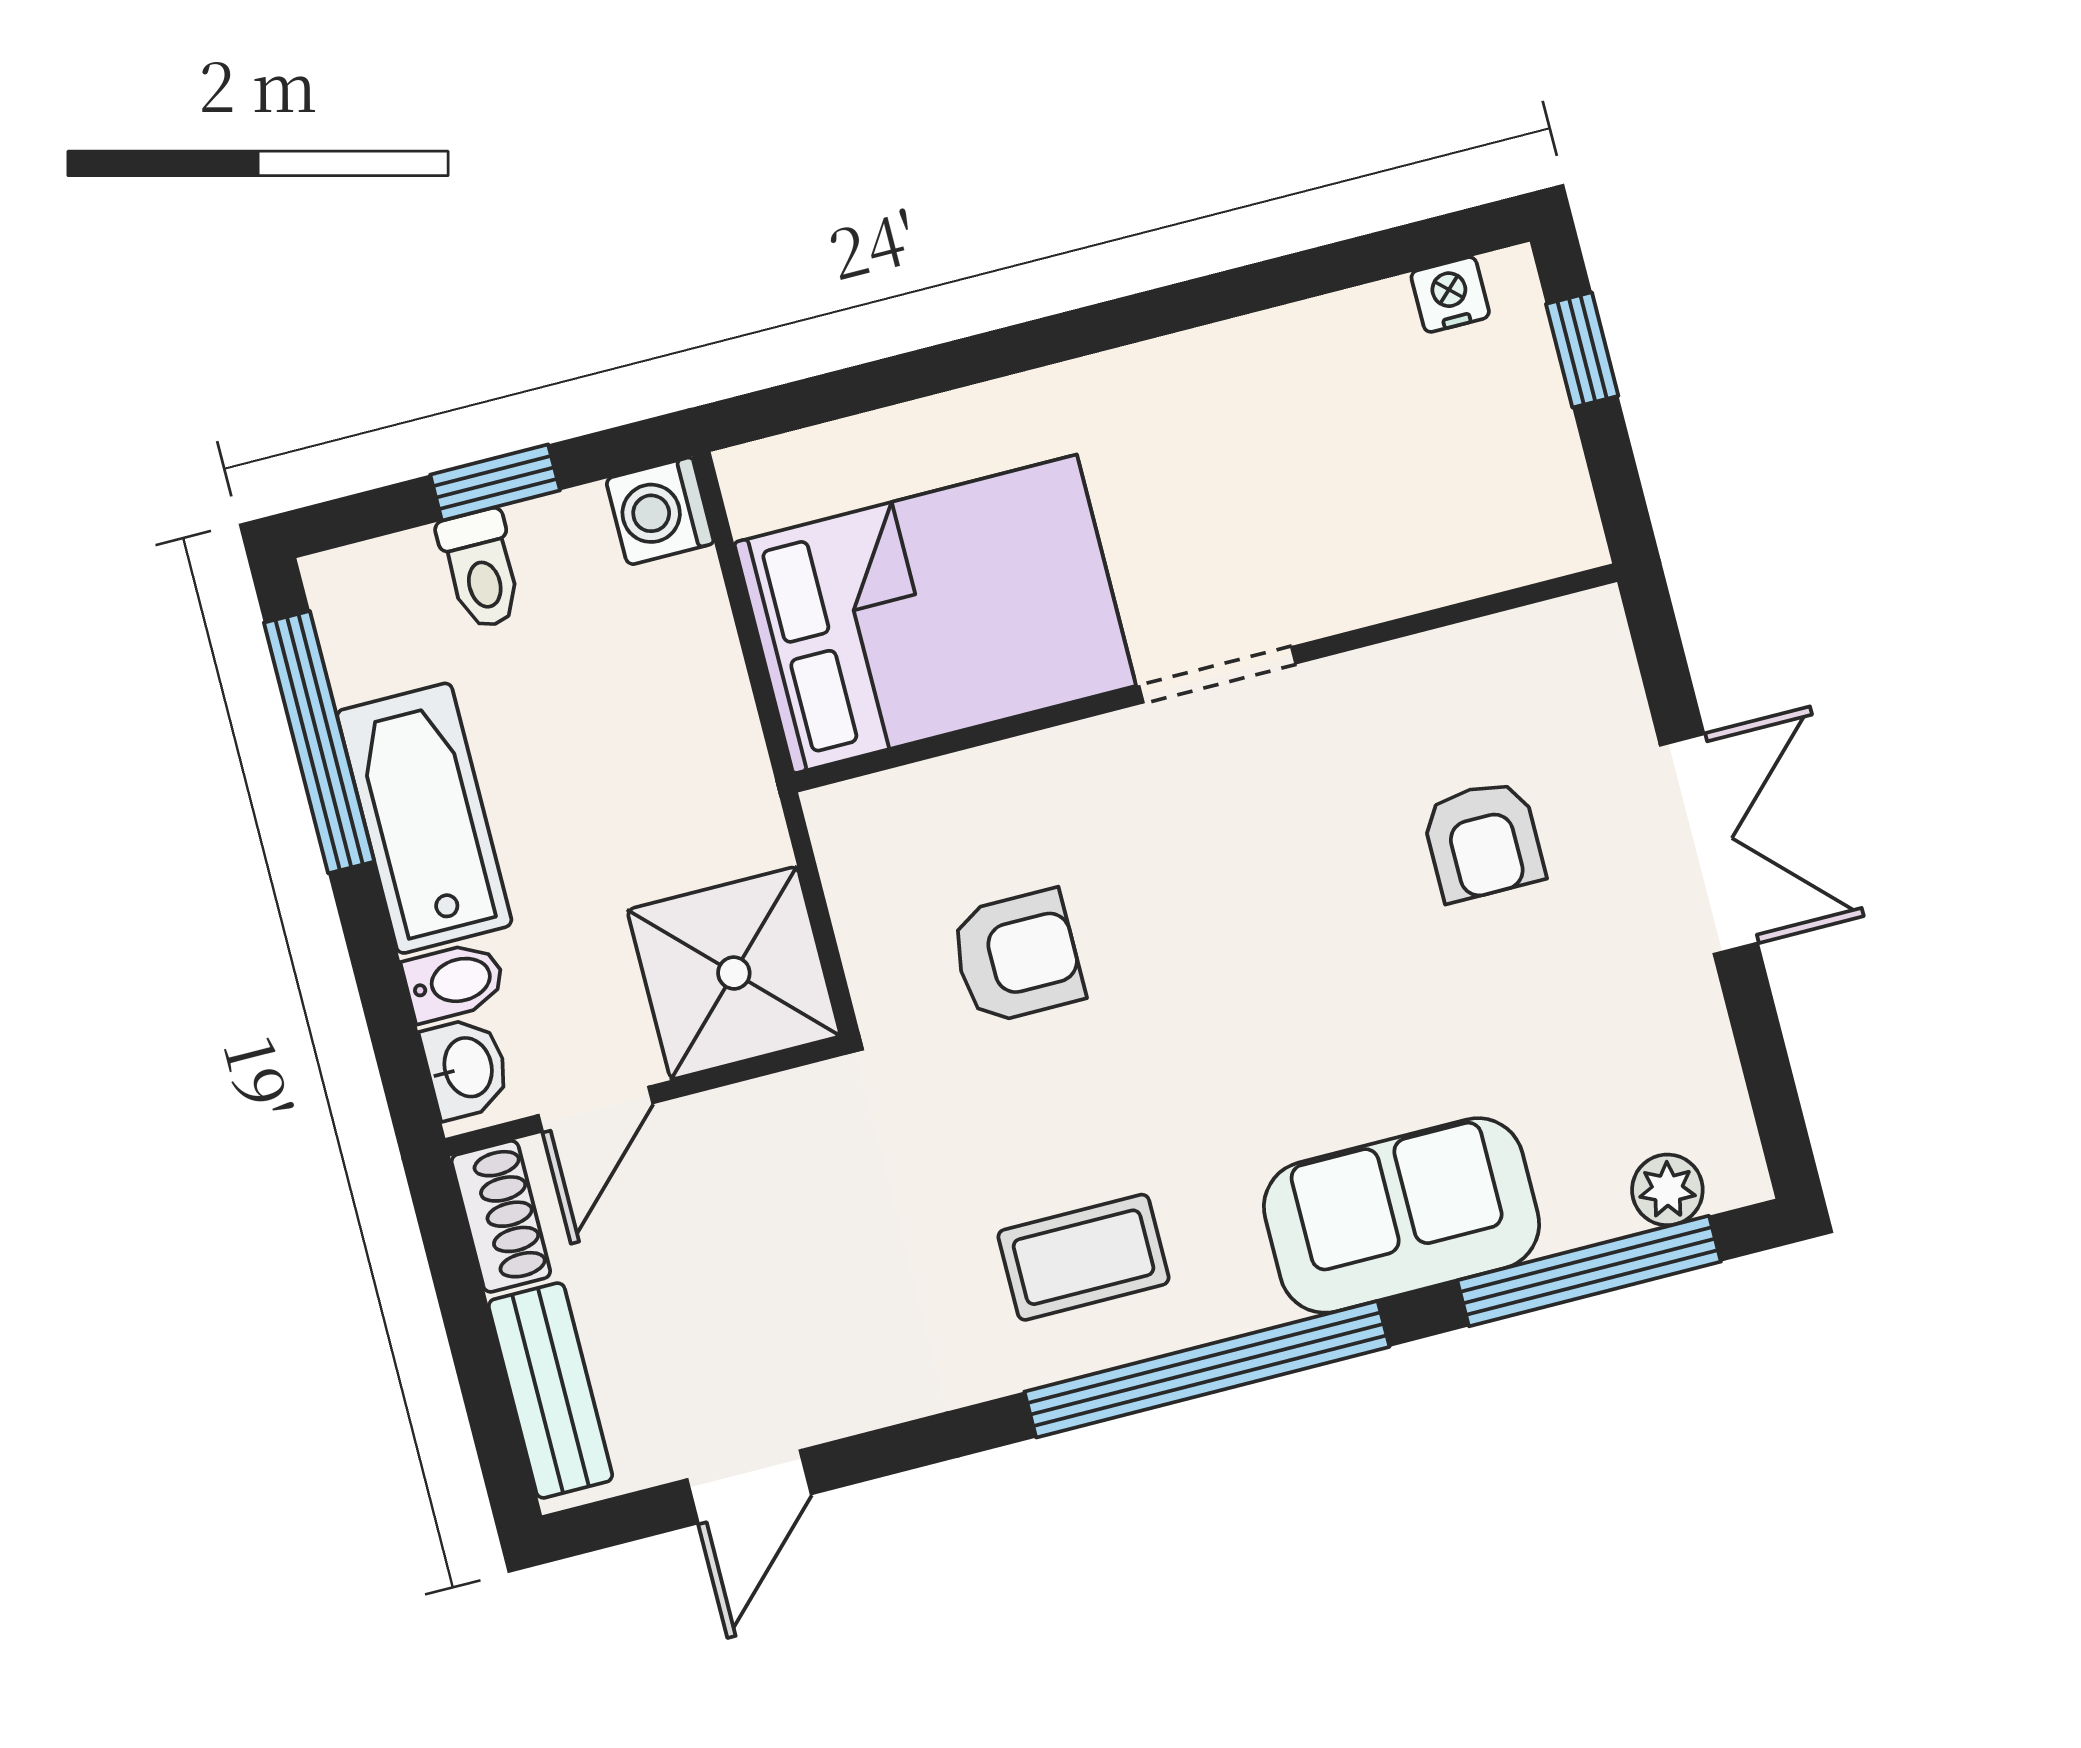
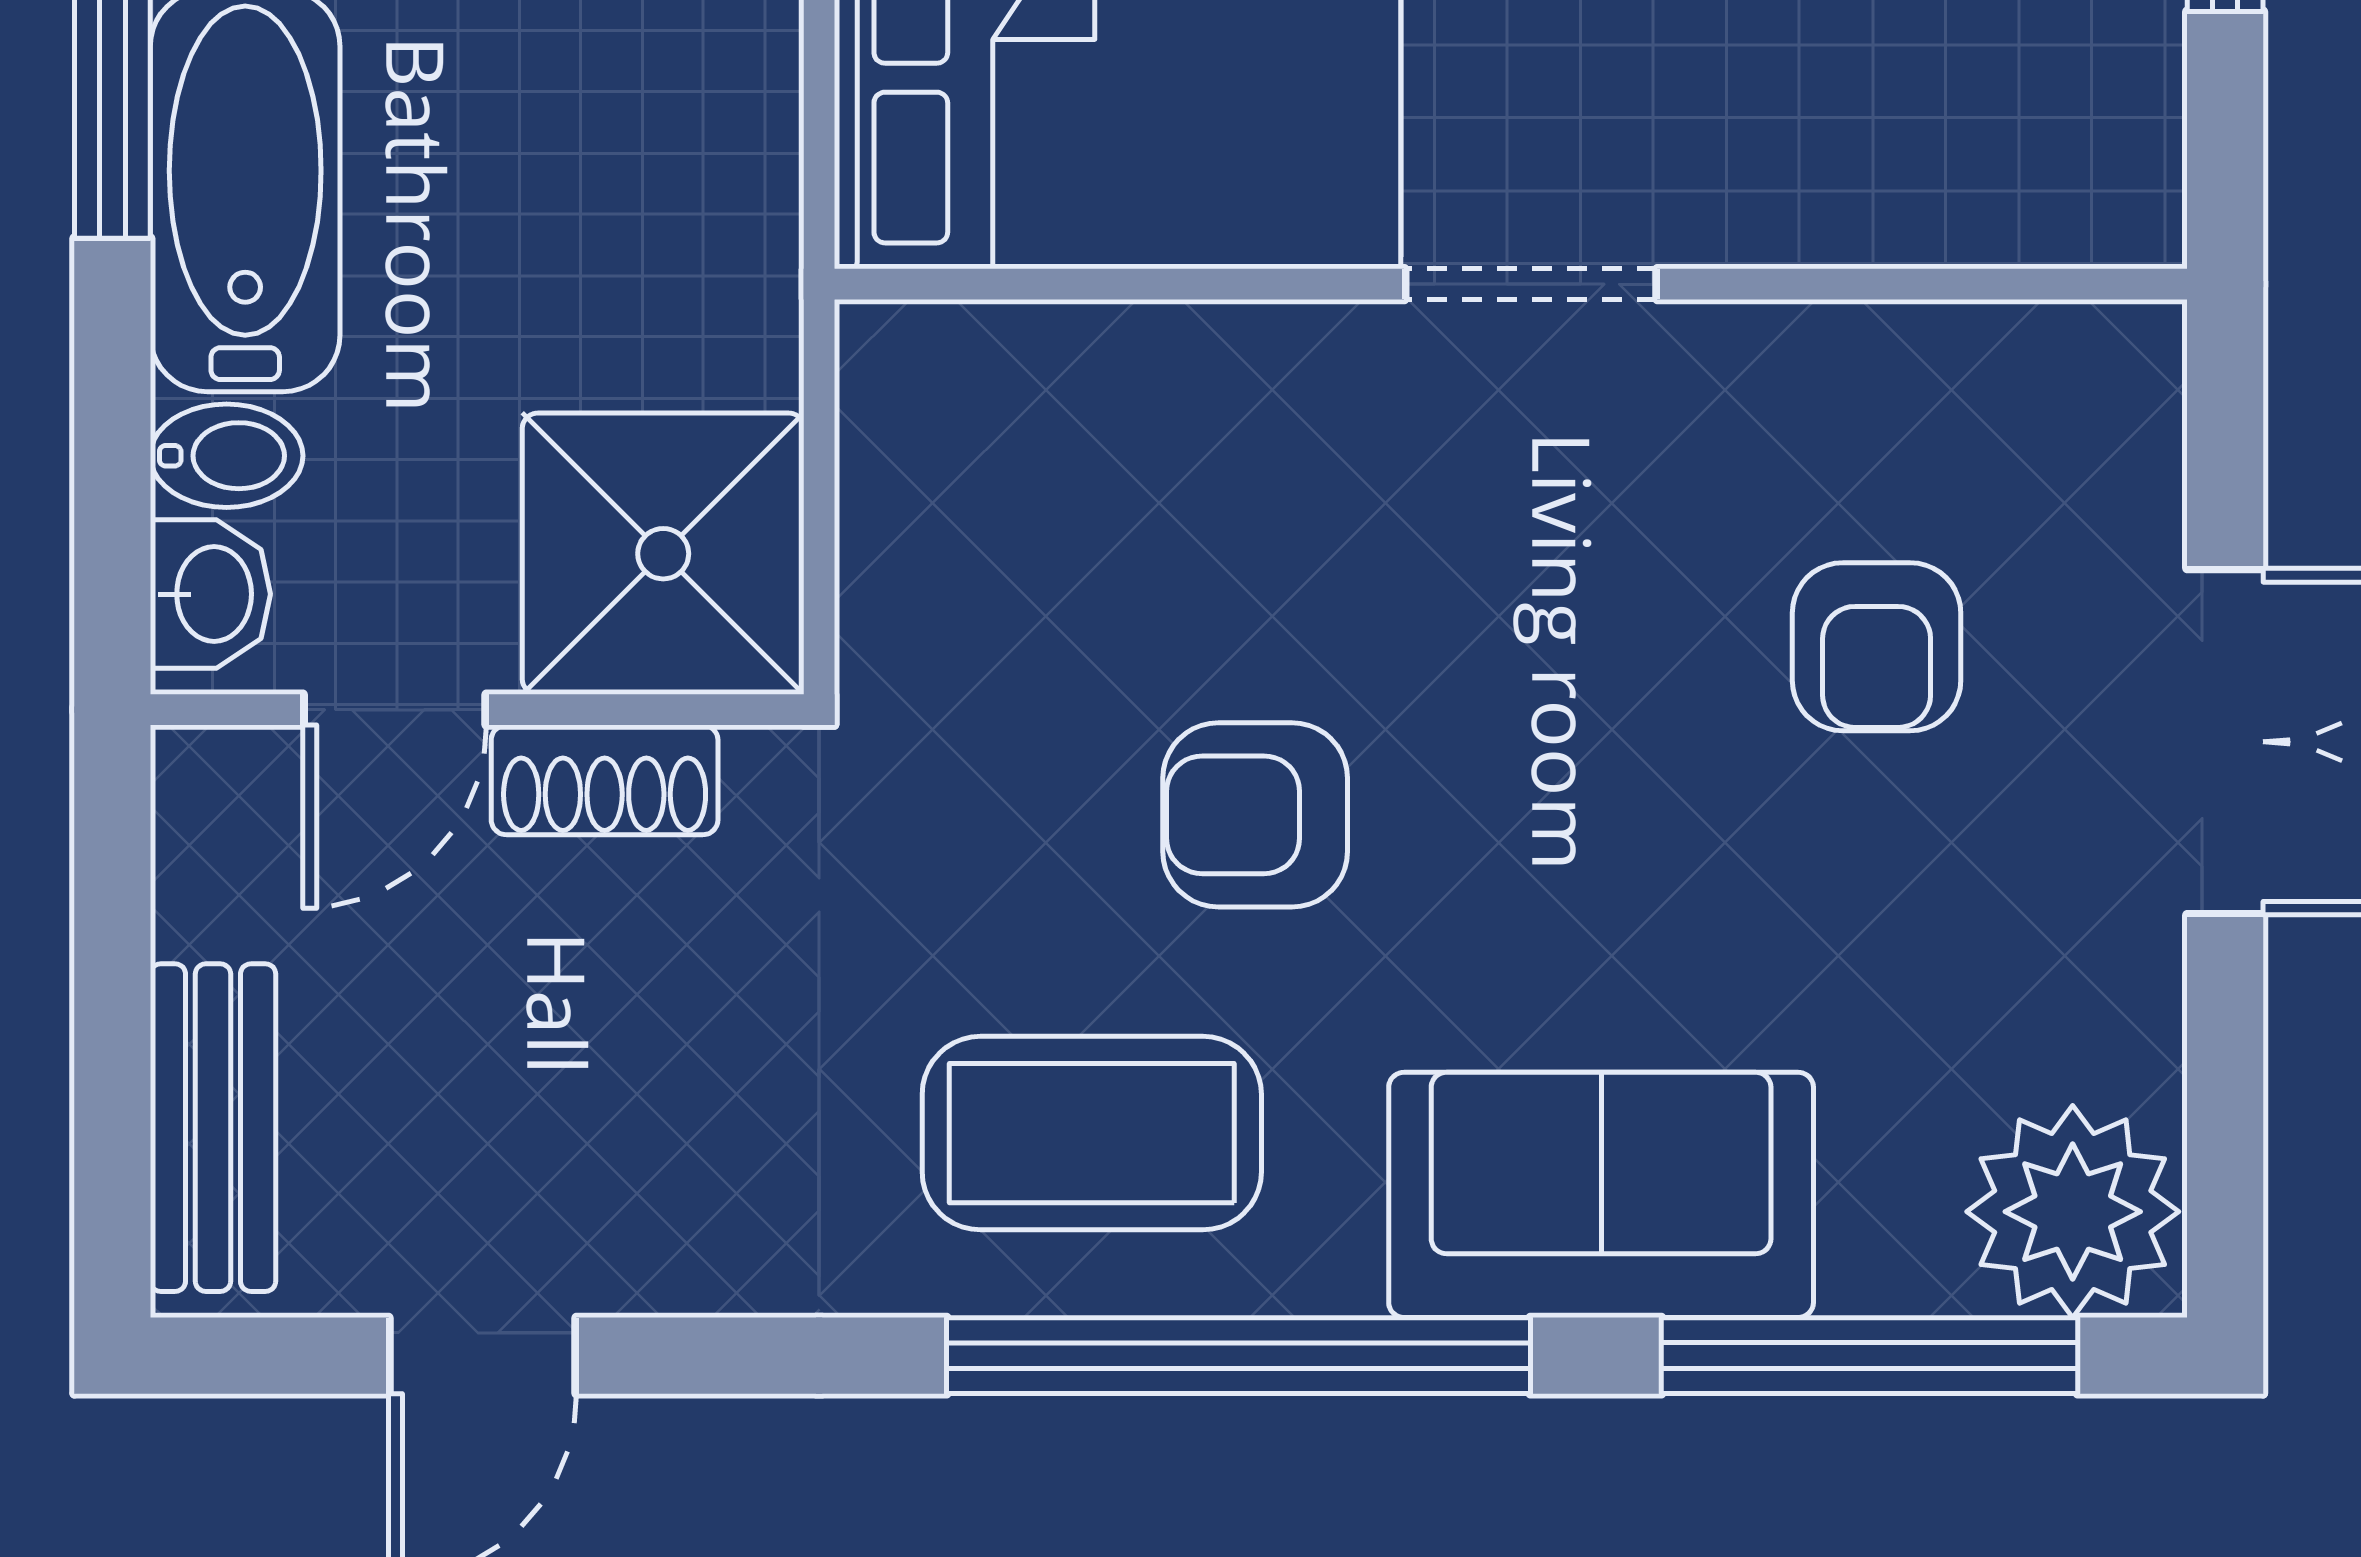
armchair: (1017, 957) -> (1255, 815), moved, turned 180
plant: (1667, 1190) -> (2073, 1212), width x1.88, depth x1.88
shoe rack: (501, 1216) -> (605, 780), moved, turned 90
coffee table: (1083, 1257) -> (1092, 1133), width x1.36, depth x1.30

